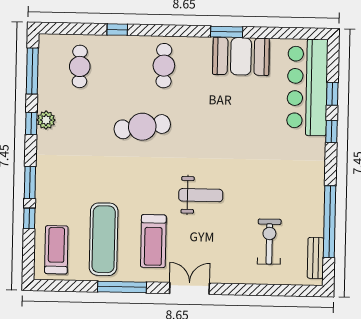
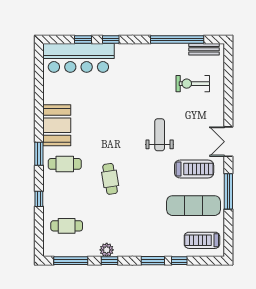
window: (227, 32) -> (39, 154), moved
booth: (241, 56) -> (57, 125), moved
cafe table: (142, 127) -> (110, 179), width x0.73, depth x0.74

